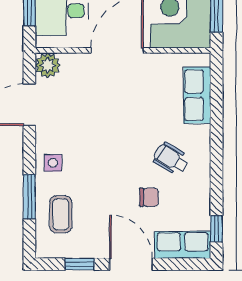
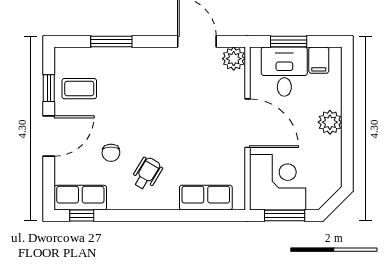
side table: (53, 163) -> (143, 64), removed
coffee table: (61, 214) -> (79, 89), moved
row of seats: (183, 245) -> (80, 198), moved, turned -90

